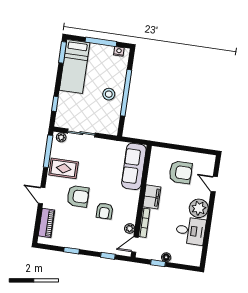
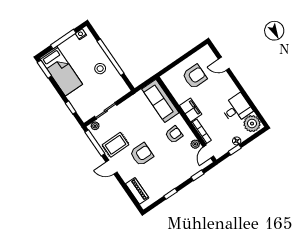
door: (42, 195) -> (111, 167), moved
plant: (199, 208) -> (252, 124), moved
armchair: (104, 211) -> (174, 135), moved, turned -93

